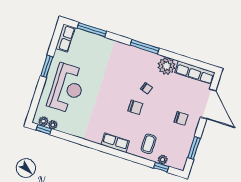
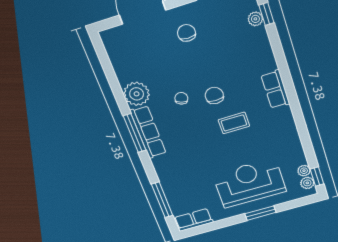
window: (47, 66) -> (260, 213), moved
row of seats: (195, 72) -> (148, 132), moved
coffee table: (149, 144) -> (234, 123), moved

